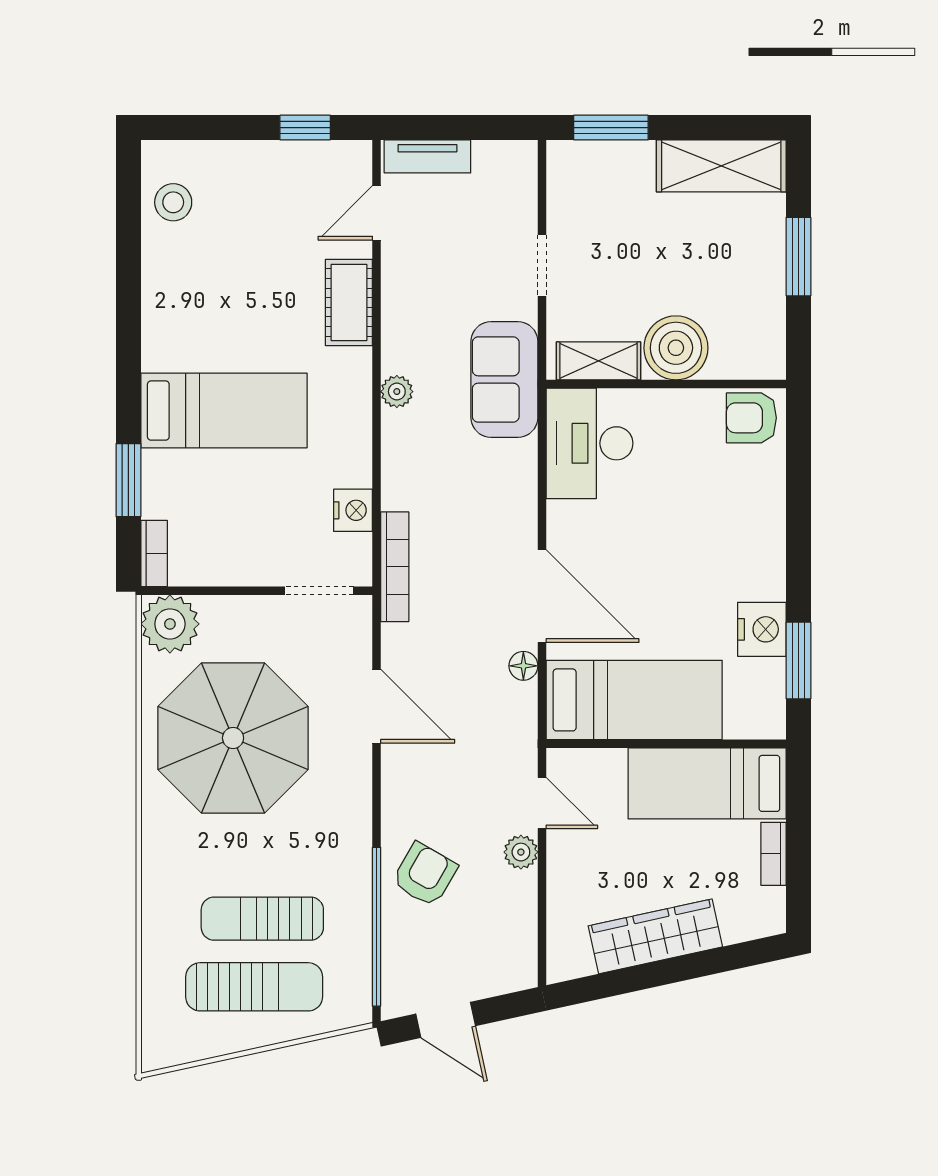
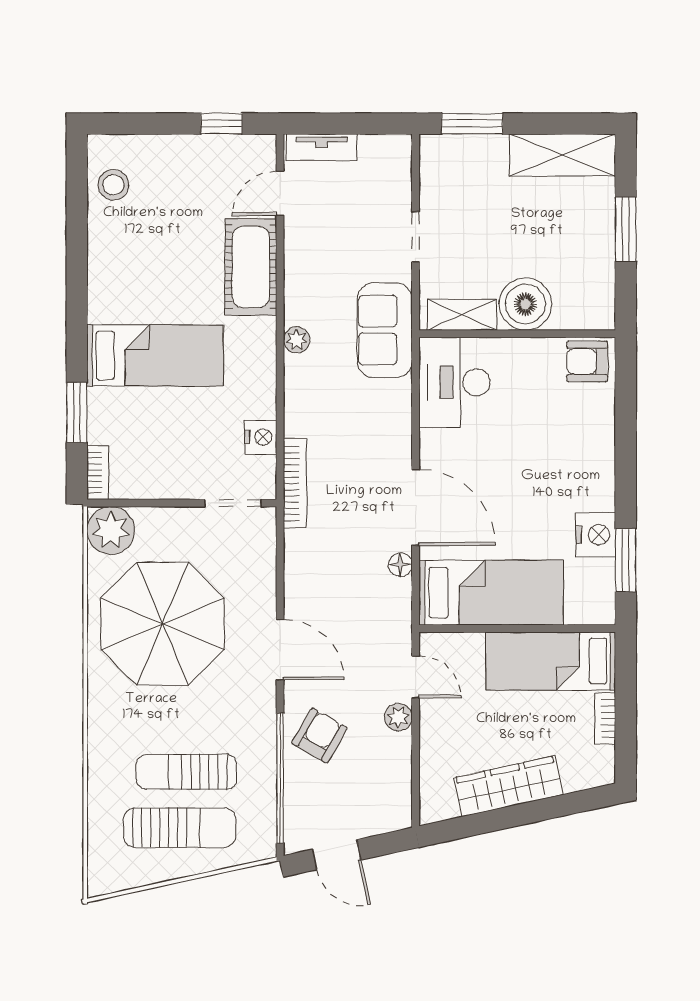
cot: (349, 303) -> (251, 267), width x1.37, depth x1.34
door: (377, 706) -> (280, 650), moved

